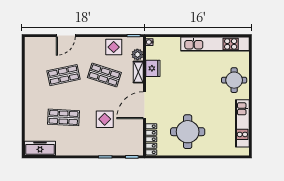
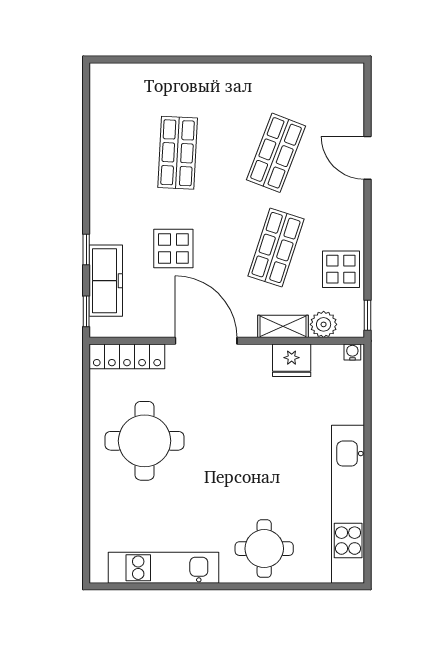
shop shelf: (64, 75) -> (276, 153), turned 33
freezer: (40, 148) -> (106, 281), moved

